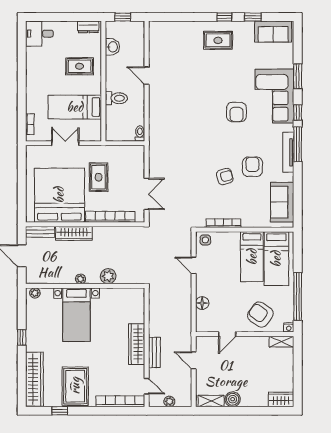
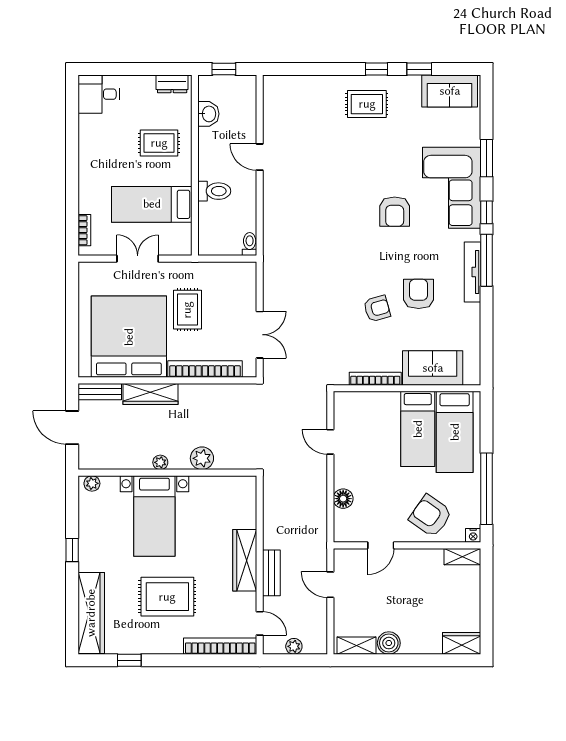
sofa: (282, 202) -> (433, 368), moved, turned 90
side table: (205, 240) -> (348, 404), removed
rug: (75, 386) -> (167, 597), moved, turned 90

